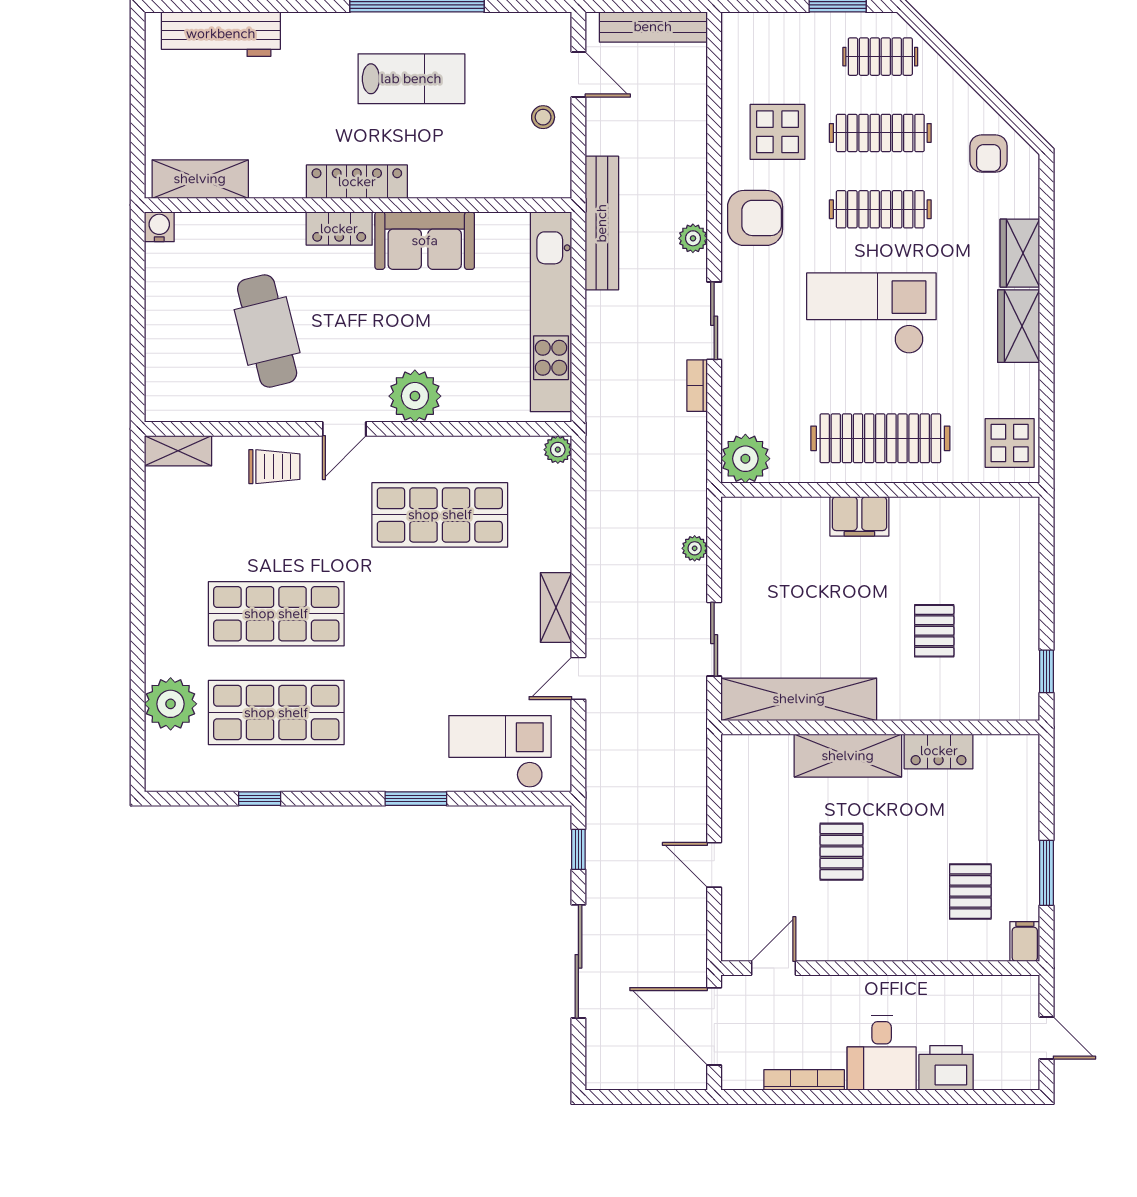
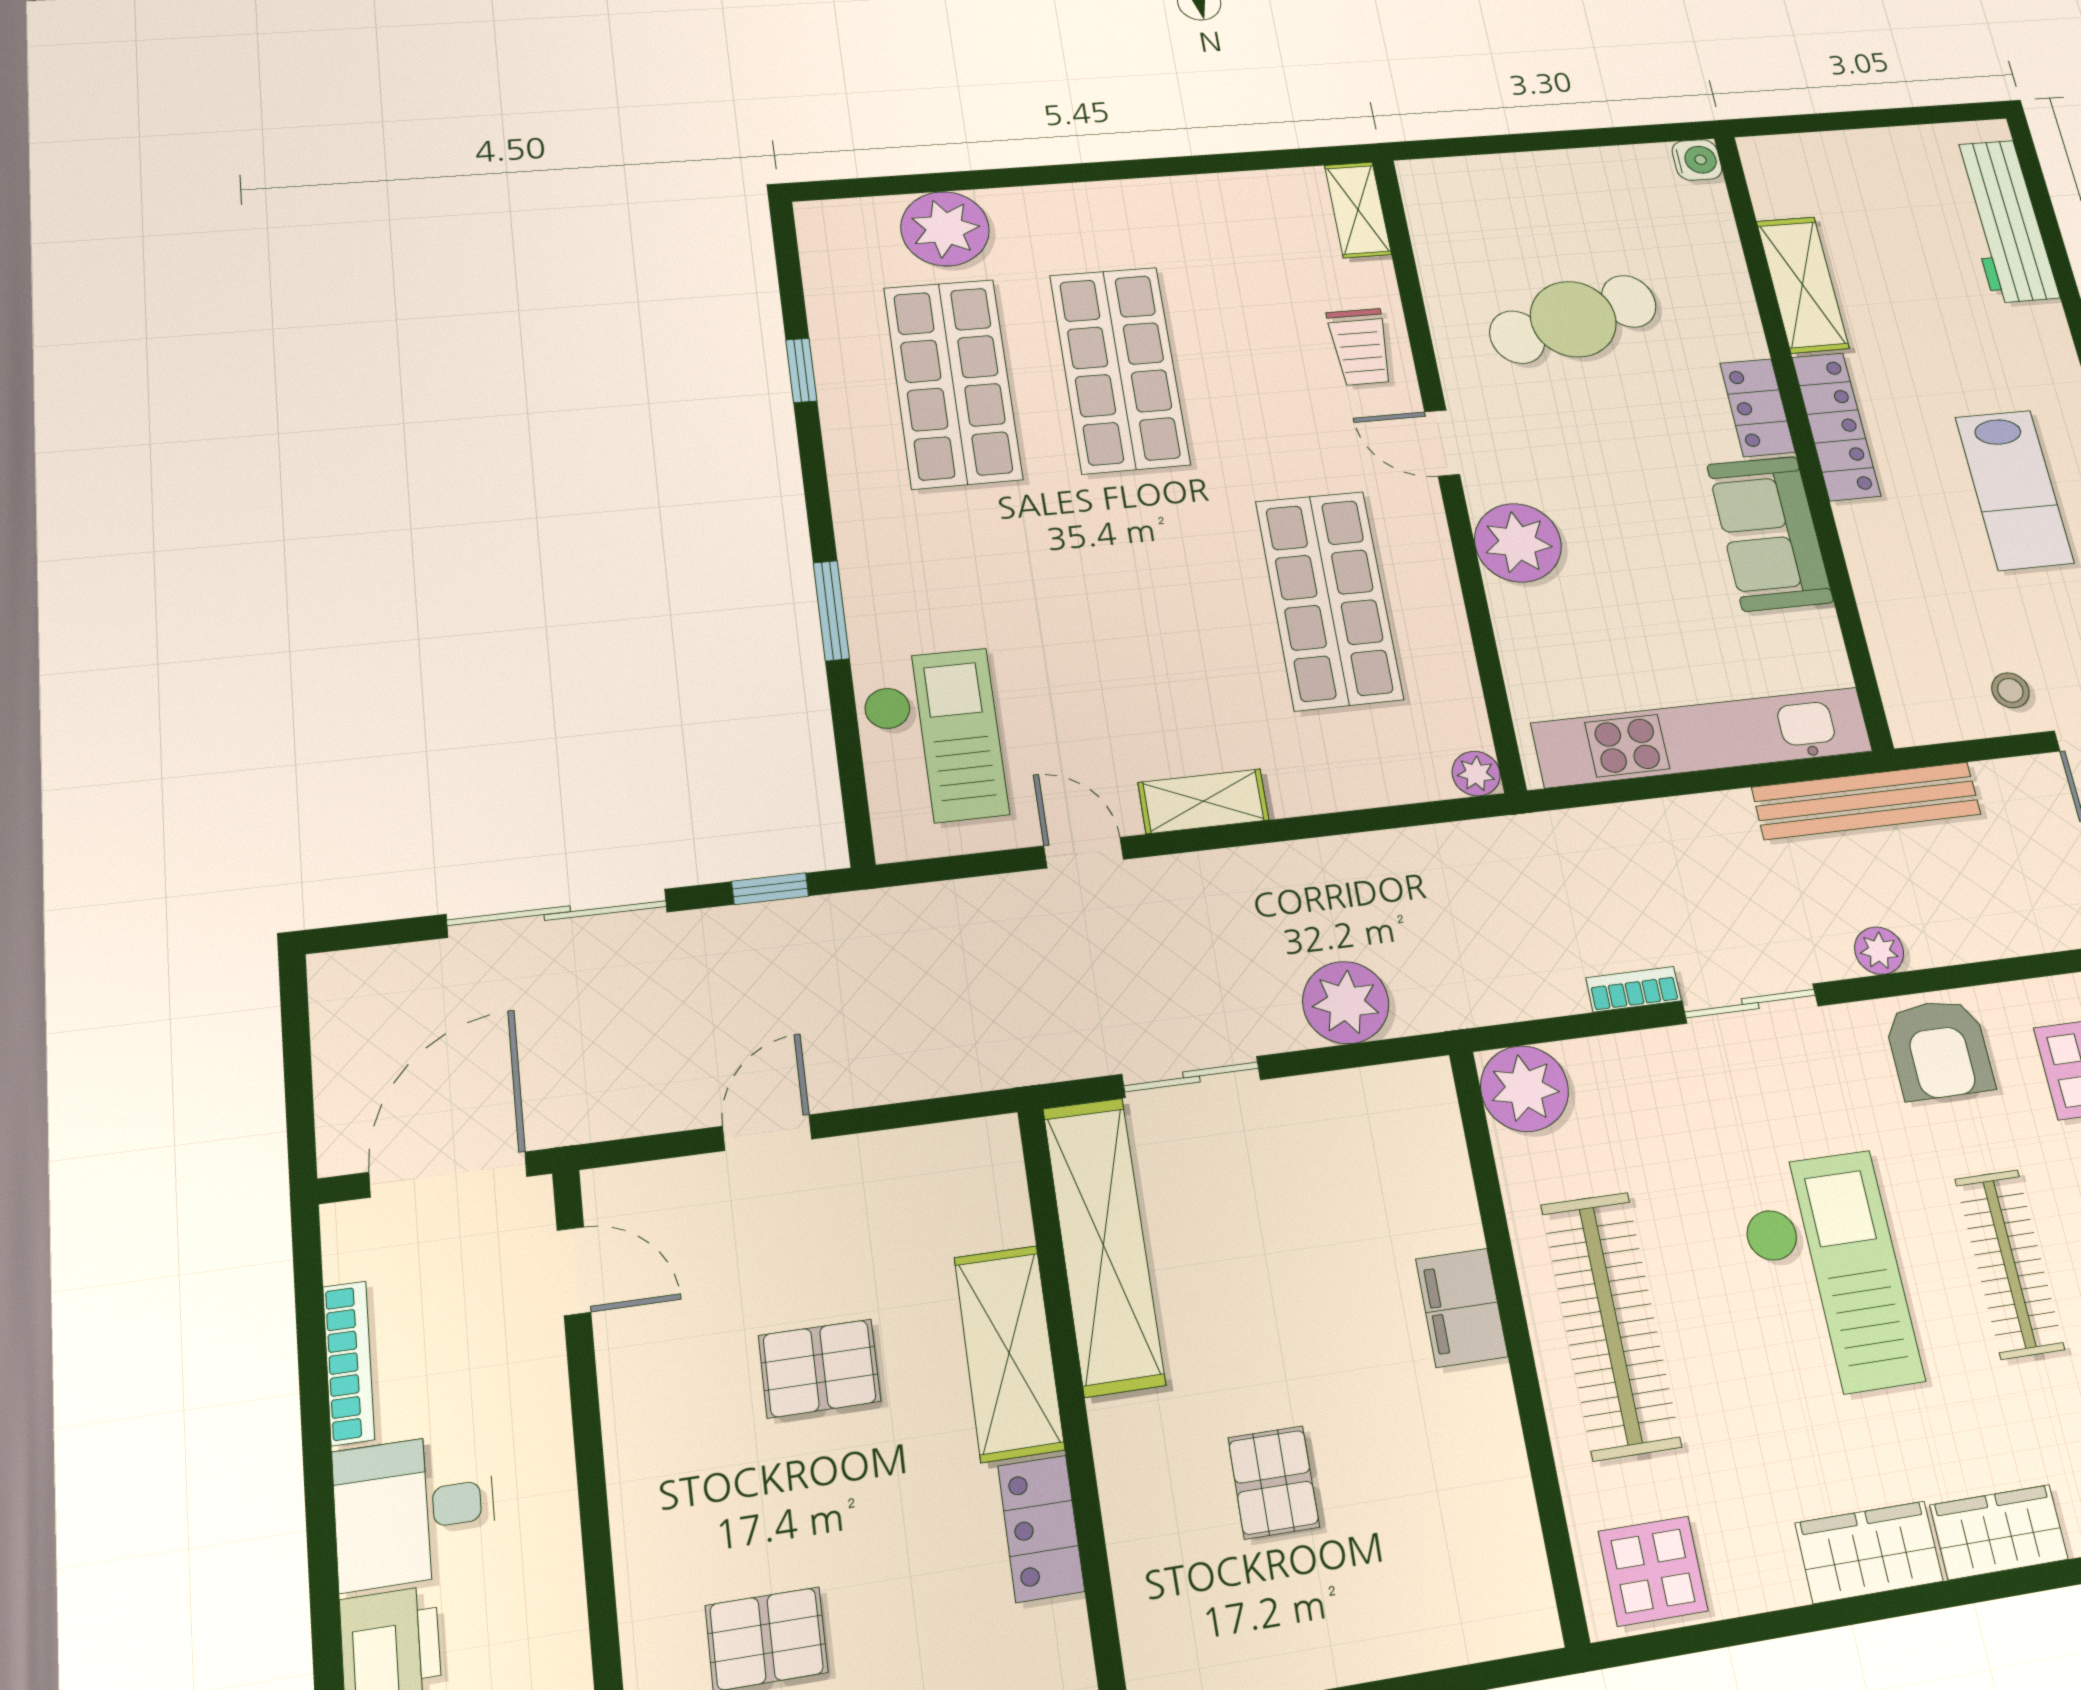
shelving: (200, 179) -> (1803, 285), moved
plant: (695, 548) -> (1346, 1003), width x1.87, depth x1.87
pallet: (934, 631) -> (1274, 1482), turned 90

